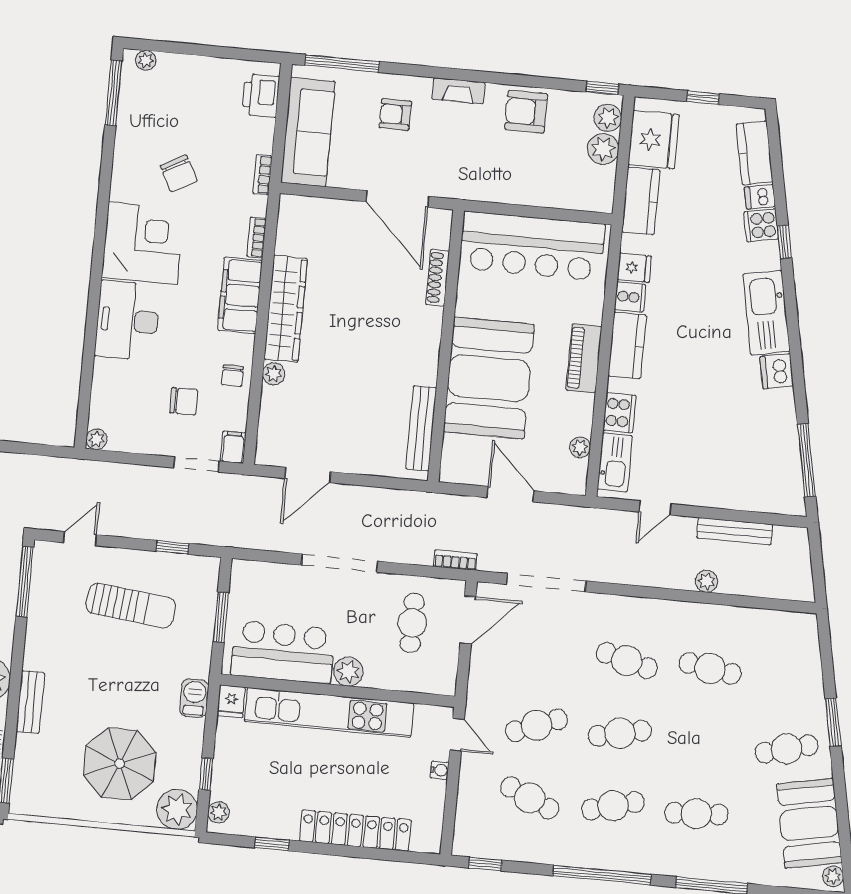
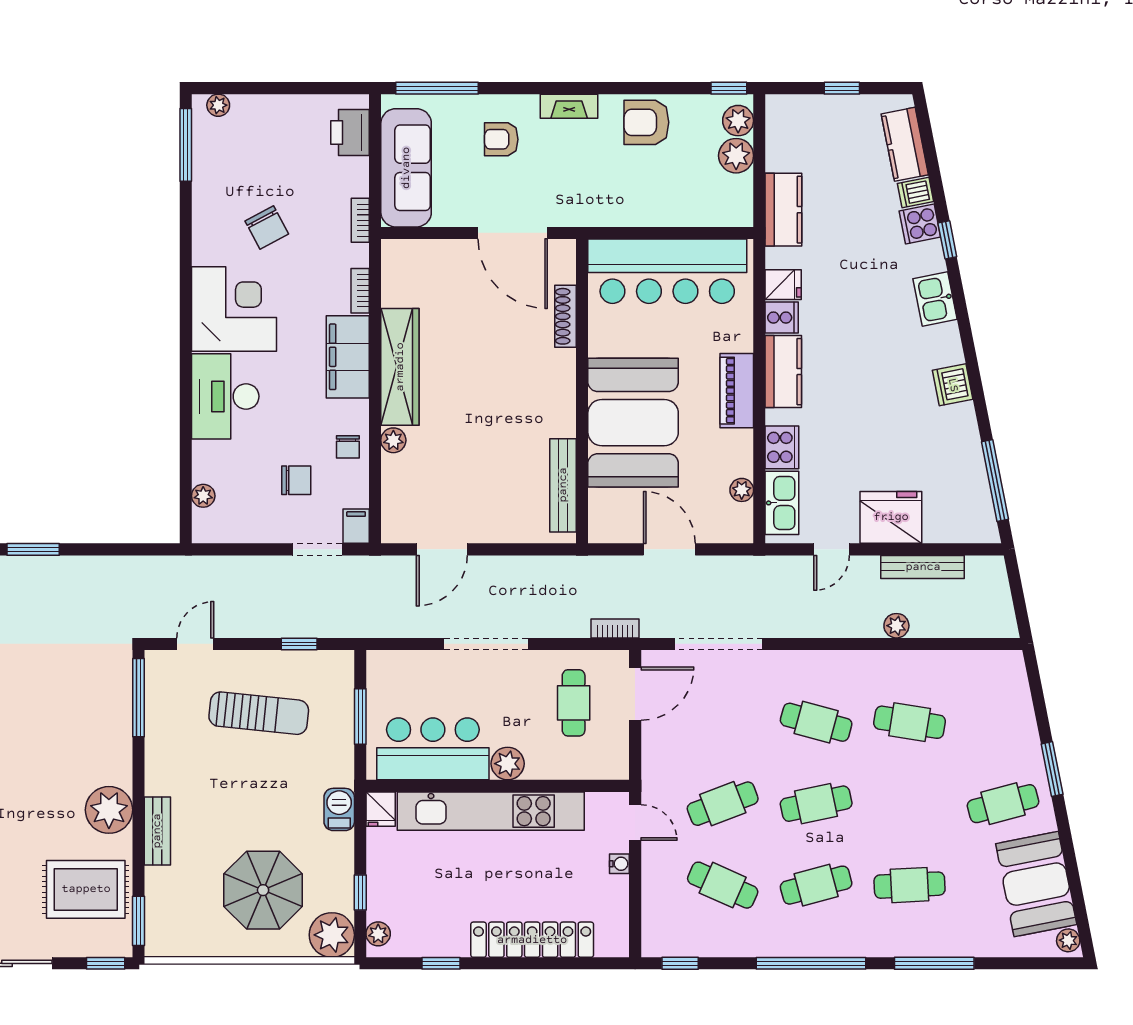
fridge: (654, 140) -> (891, 517), moved, turned -90
kitchen sink: (766, 313) -> (935, 299), width x0.53, depth x0.81
plant: (96, 439) -> (203, 496), moved

